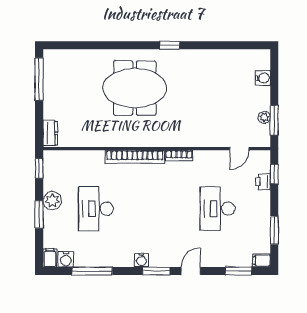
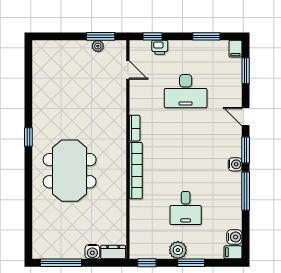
water cooler: (263, 78) -> (92, 252), moved, turned 180
desk: (96, 209) -> (186, 208), width x0.73
window: (92, 271) -> (246, 191), moved

